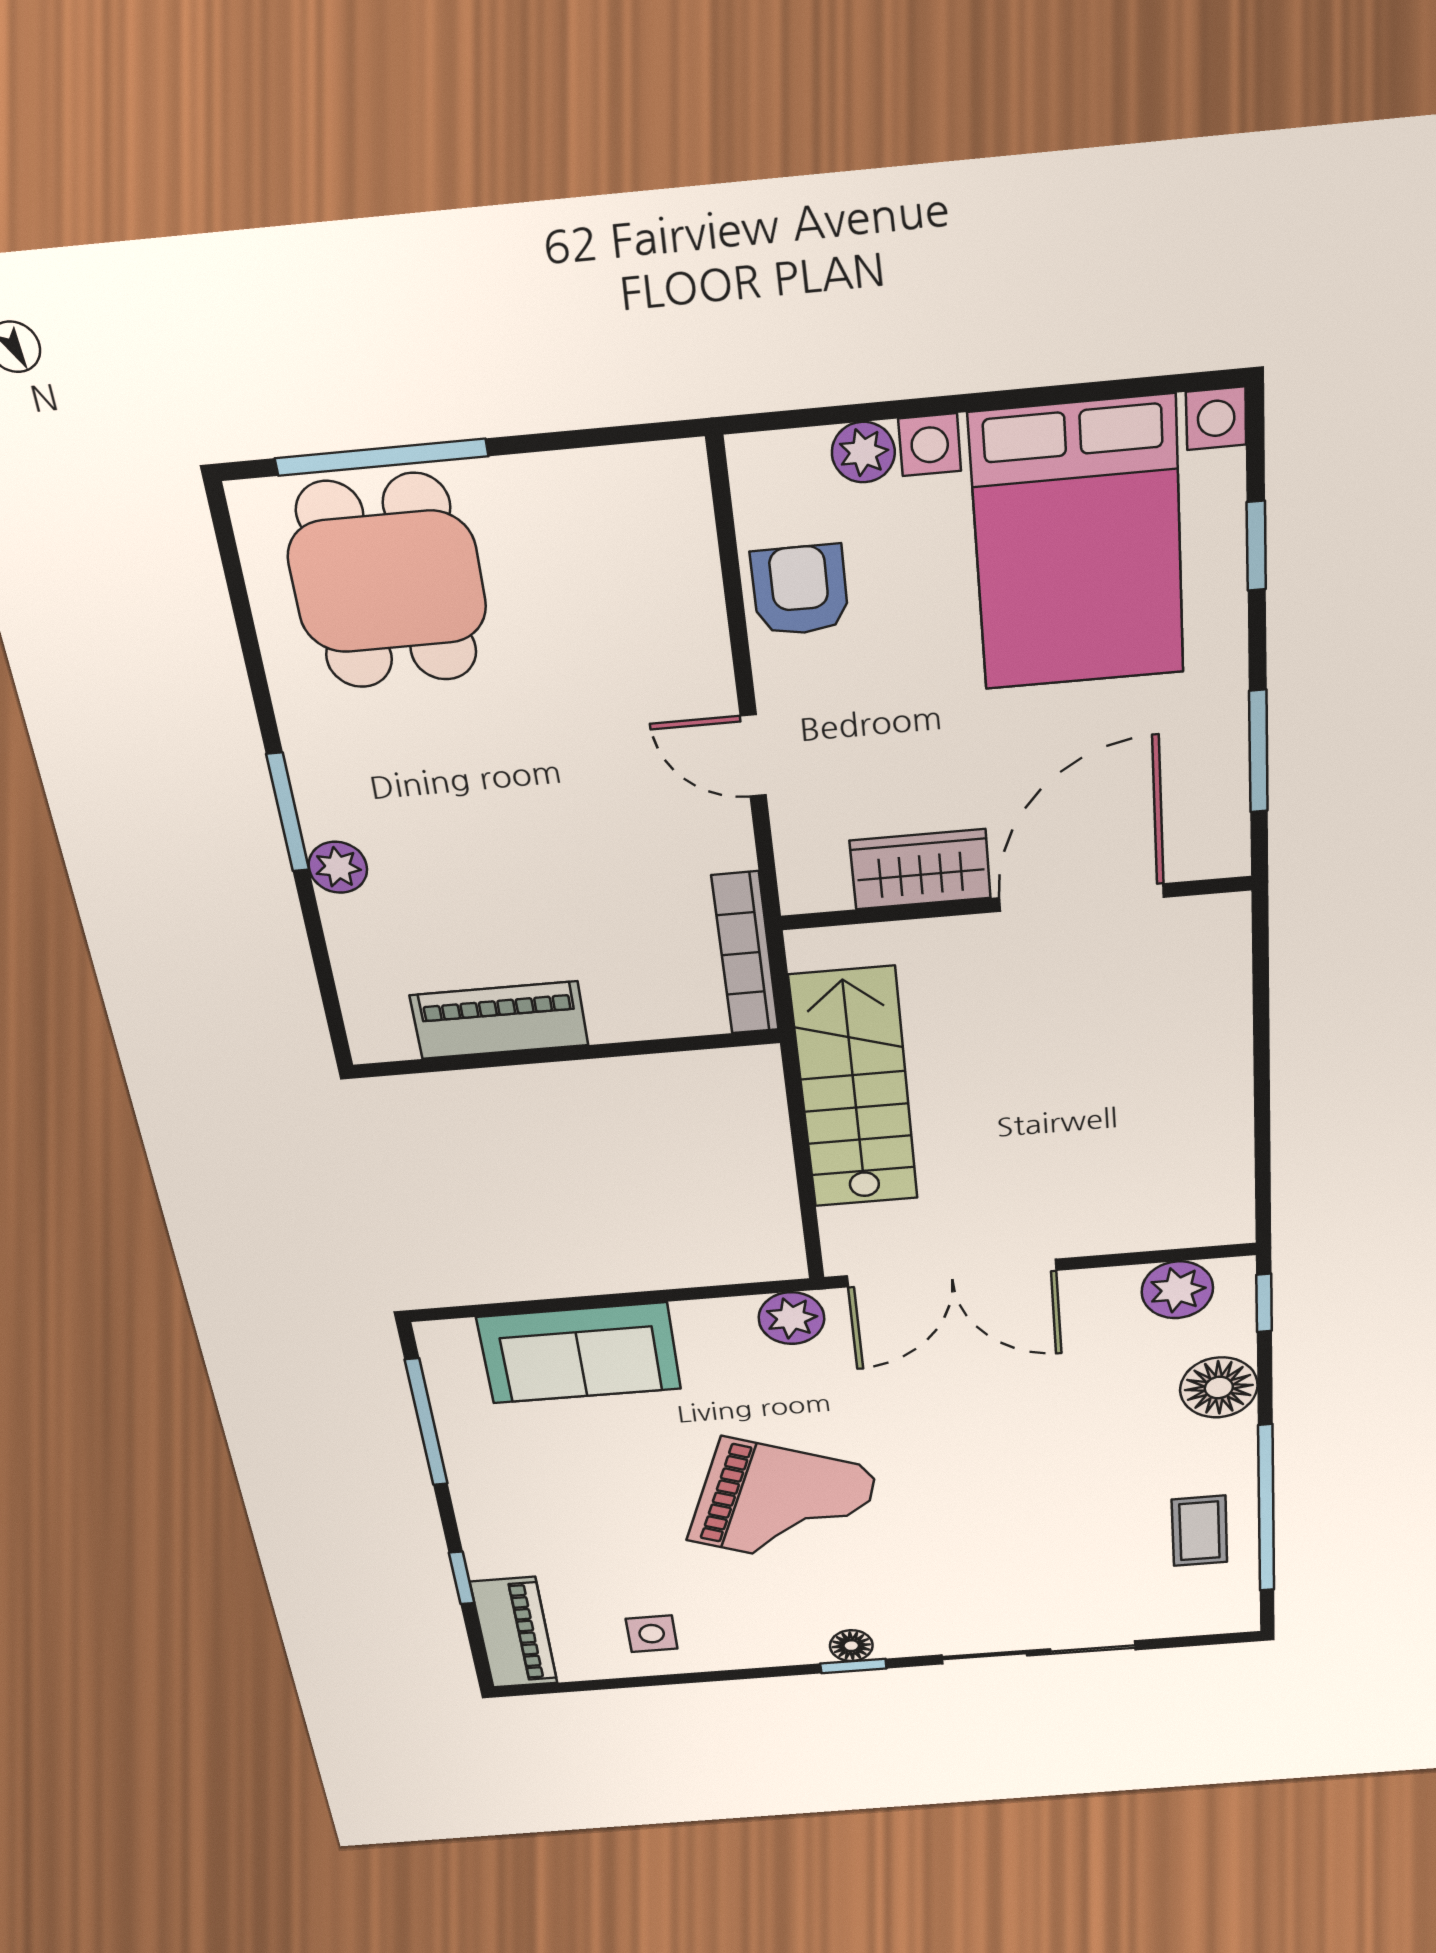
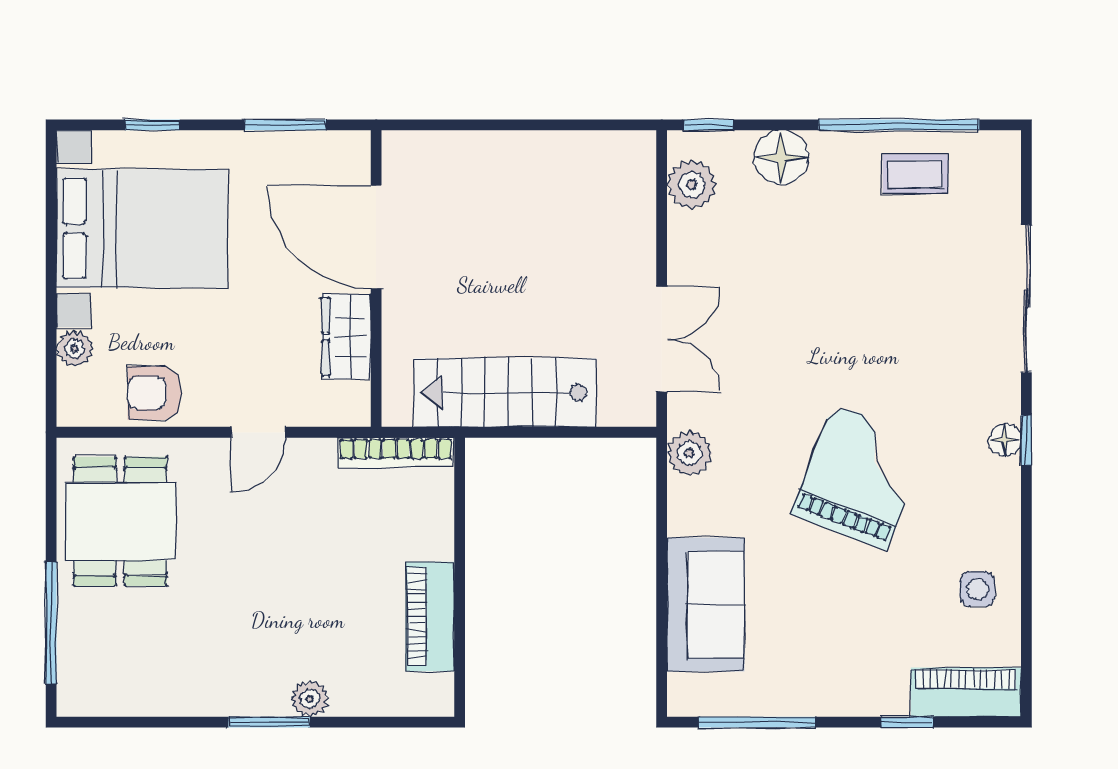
dining table: (387, 582) -> (120, 521), moved, turned 90
double door: (952, 1273) -> (662, 339), width x0.73

